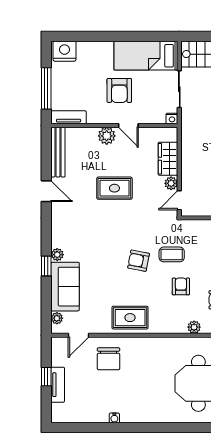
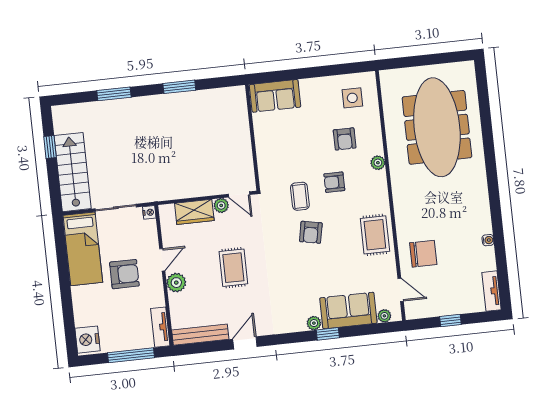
tv unit: (58, 385) -> (492, 291), moved, turned -90

